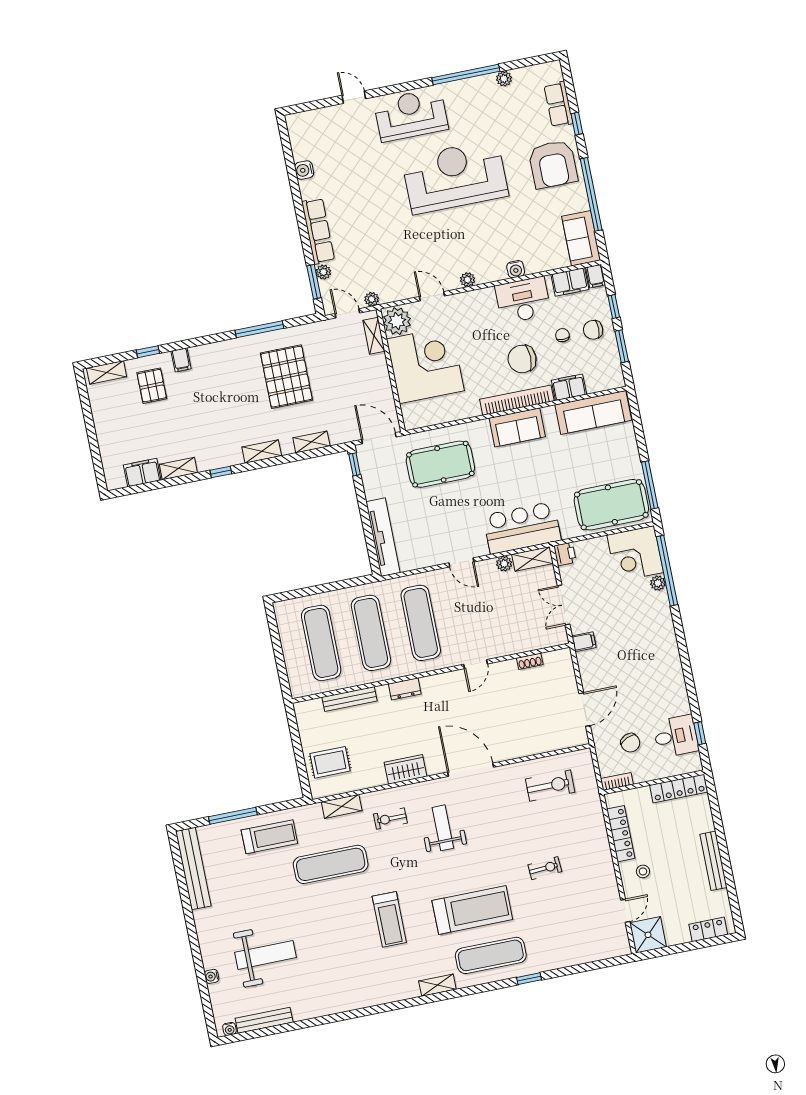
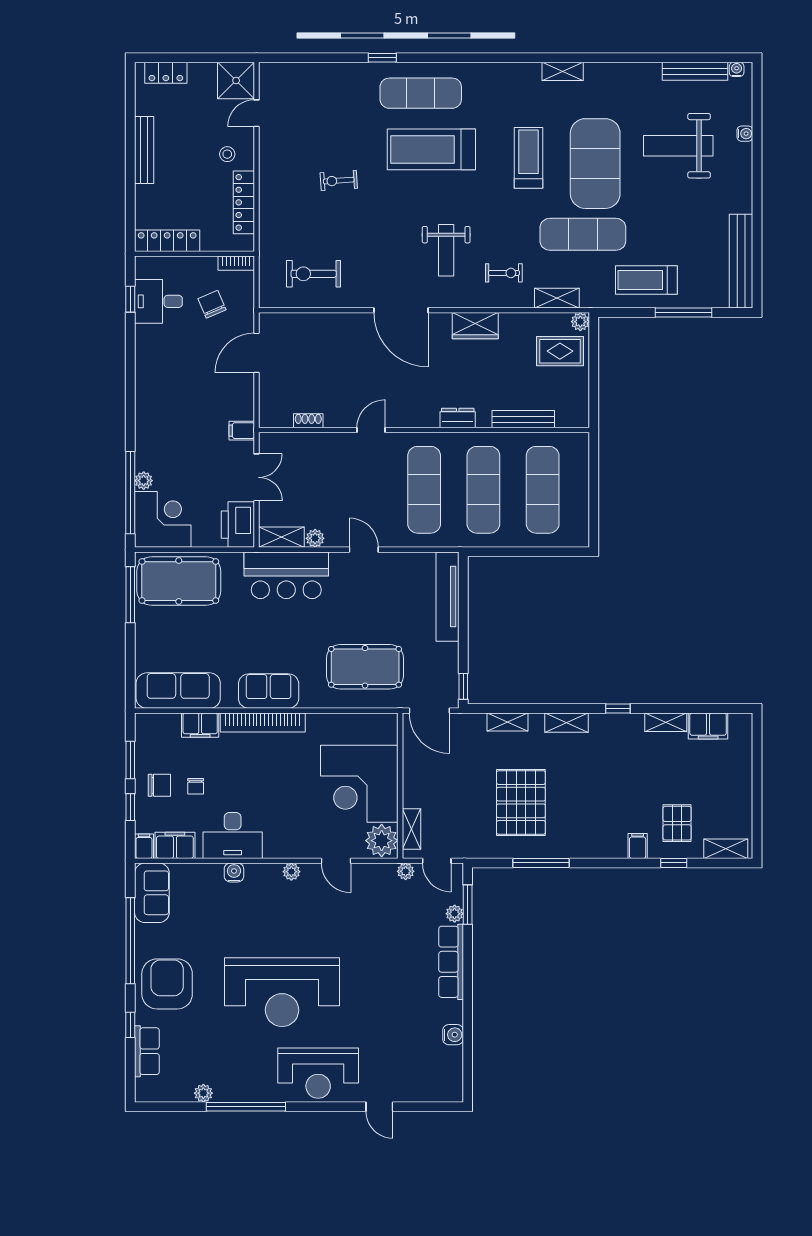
chair: (522, 359) -> (247, 768), removed
printer: (565, 554) -> (238, 525), width x1.87, depth x1.48
plant: (318, 791) -> (580, 322), added
exercise mat: (332, 926) -> (595, 164), added
shelving: (437, 985) -> (563, 71), moved

